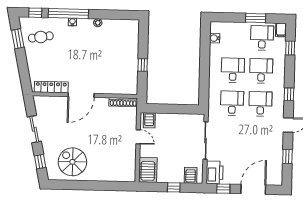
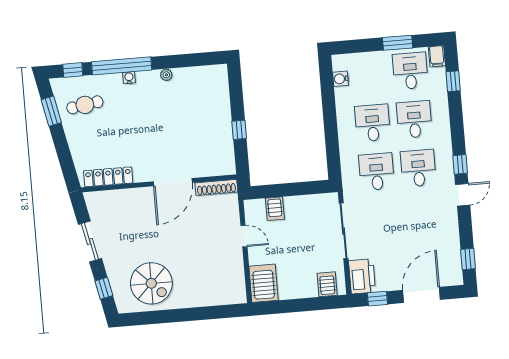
window: (289, 94) -> (460, 164), moved
door: (81, 95) -> (173, 182), moved
server rack: (149, 120) -> (275, 209), moved
window: (287, 157) -> (468, 259), moved
spiral stairs: (72, 162) -> (151, 283), turned 180
window: (174, 187) -> (304, 305), removed

